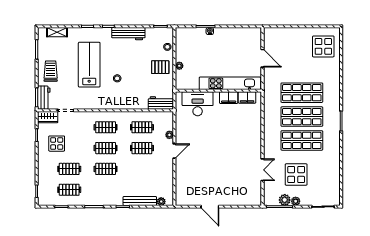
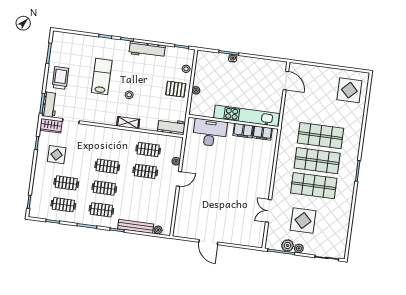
shelving: (57, 32) -> (128, 123), moved
door: (262, 58) -> (286, 80), moved
lab bench: (89, 65) -> (102, 77), width x0.73, depth x0.72
clothes rail: (106, 127) -> (101, 210), moved
double door: (262, 170) -> (268, 211), swing flipped

